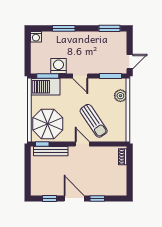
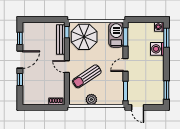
window: (64, 28) -> (166, 38), moved
washing machine: (58, 66) -> (157, 49), moved, turned 180
plant: (120, 96) -> (91, 99), moved
door: (82, 144) -> (67, 67), swing flipped

